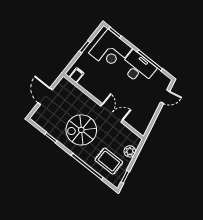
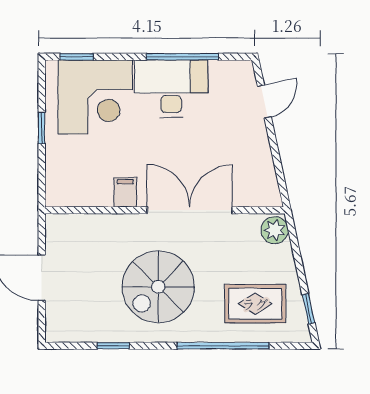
filing cabinet: (77, 75) -> (125, 192), moved
double door: (112, 113) -> (190, 210), width x1.37
plant: (130, 151) -> (275, 230), moved

